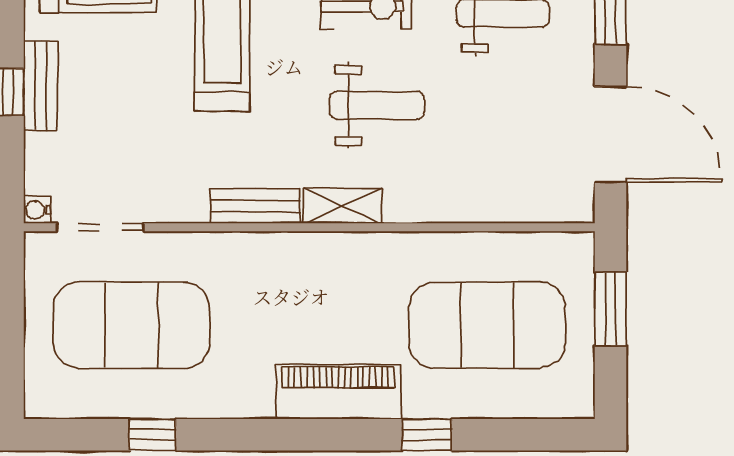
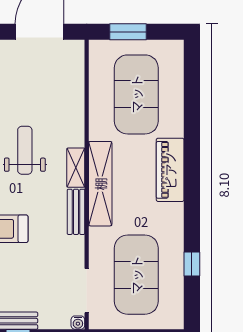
shelving: (311, 254) -> (100, 184), added
window: (427, 435) -> (192, 125), removed

